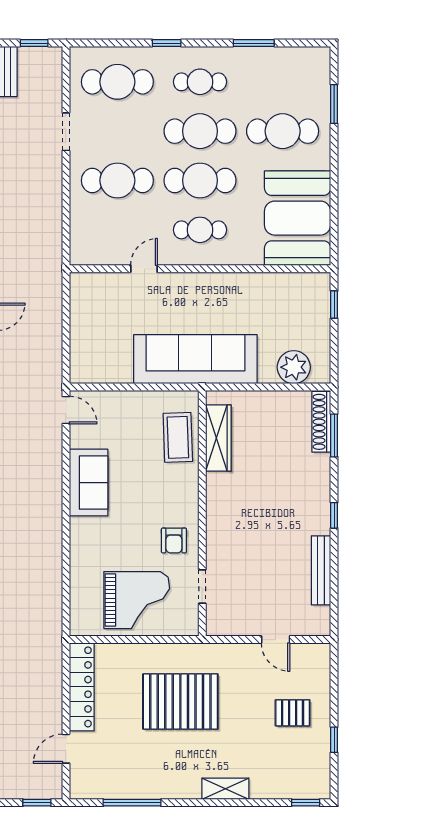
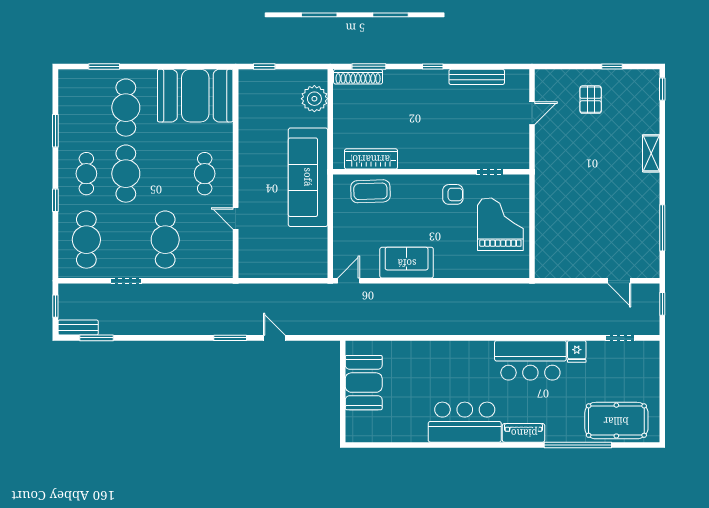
cafe table: (200, 180) -> (165, 174), removed
locker: (82, 687) -> (570, 268), removed
pallet: (180, 702) -> (582, 189), removed

